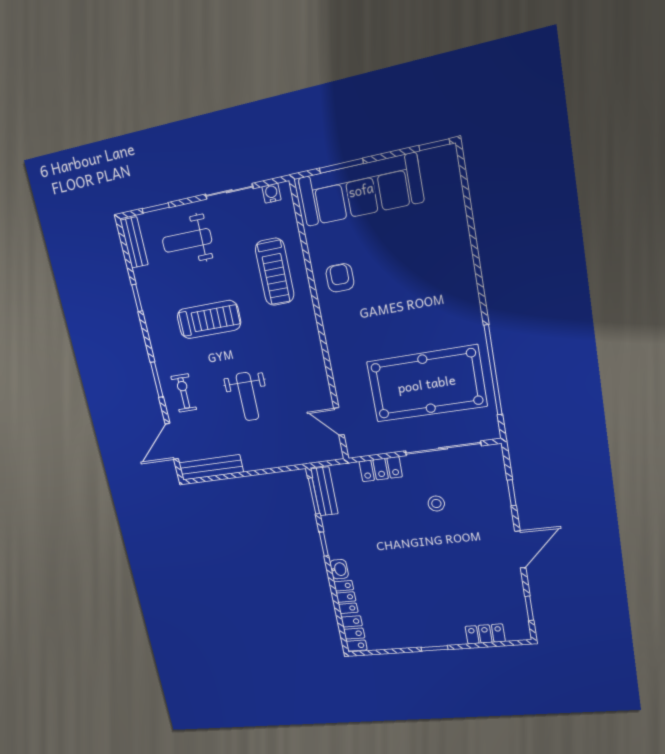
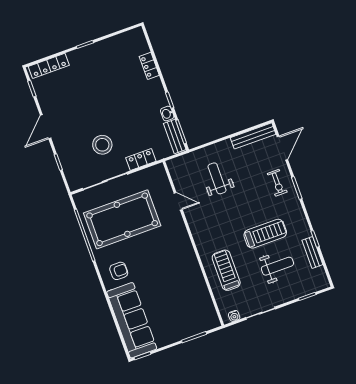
sofa: (361, 190) -> (132, 320), moved, turned 90
weight bench: (187, 240) -> (277, 266), moved
bench: (134, 242) -> (312, 252), moved
armchair: (340, 278) -> (119, 271), moved, turned -90
treadmill: (209, 320) -> (265, 234), turned 180
weight bench: (247, 397) -> (217, 178), moved
door: (339, 421) -> (178, 201), moved
stool: (436, 504) -> (102, 145), width x1.89, depth x1.89
washbasin: (339, 569) -> (167, 114), moved
locker: (354, 634) -> (140, 41), removed
locker: (485, 634) -> (49, 66), width x1.53

